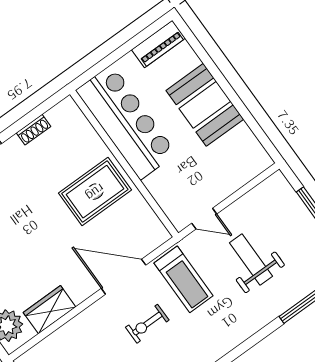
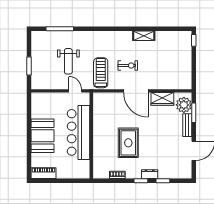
bar counter: (126, 122) -> (79, 132), moved
rug: (95, 192) -> (128, 143), moved, turned 90
door: (124, 277) -> (136, 91), moved

